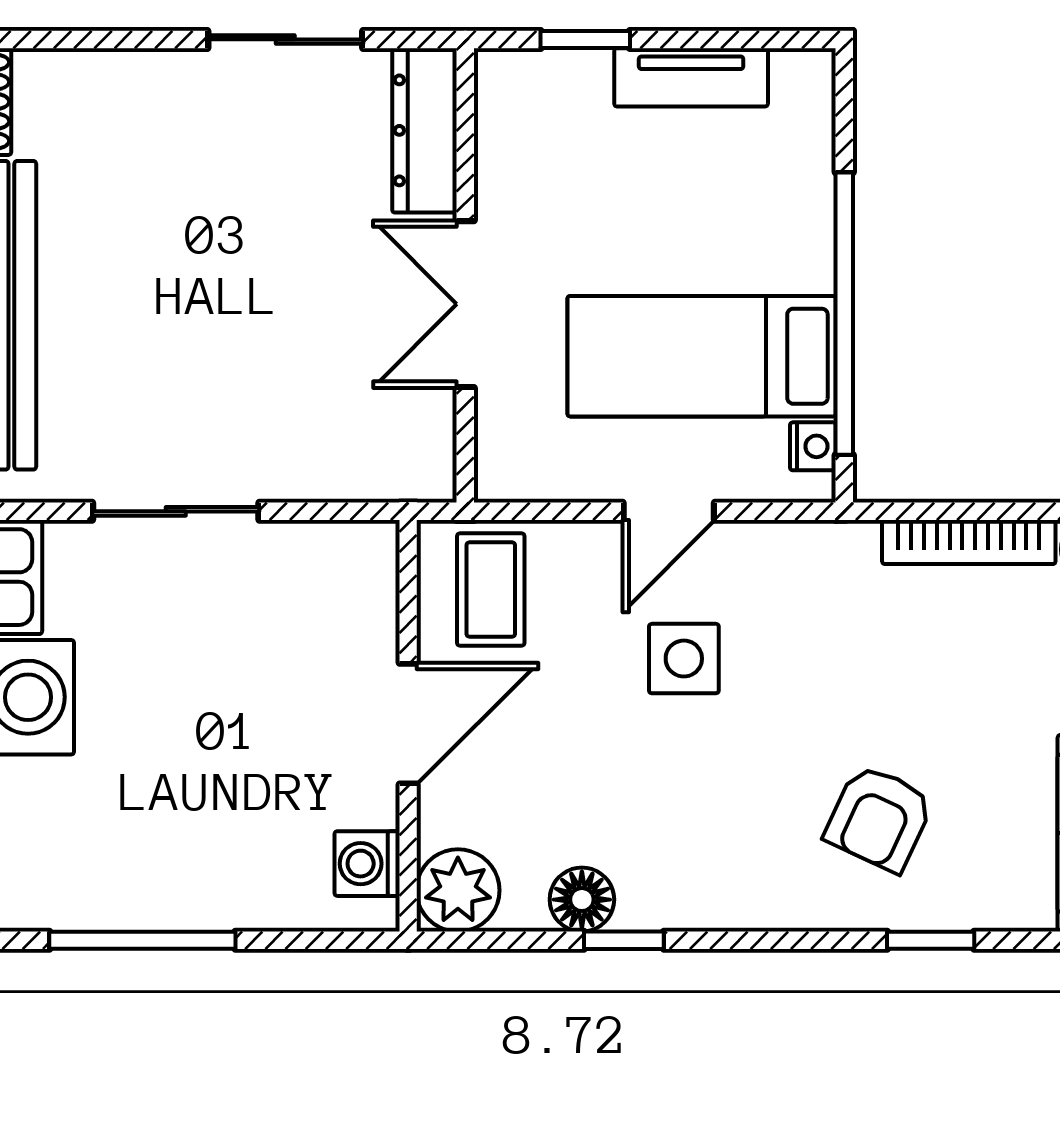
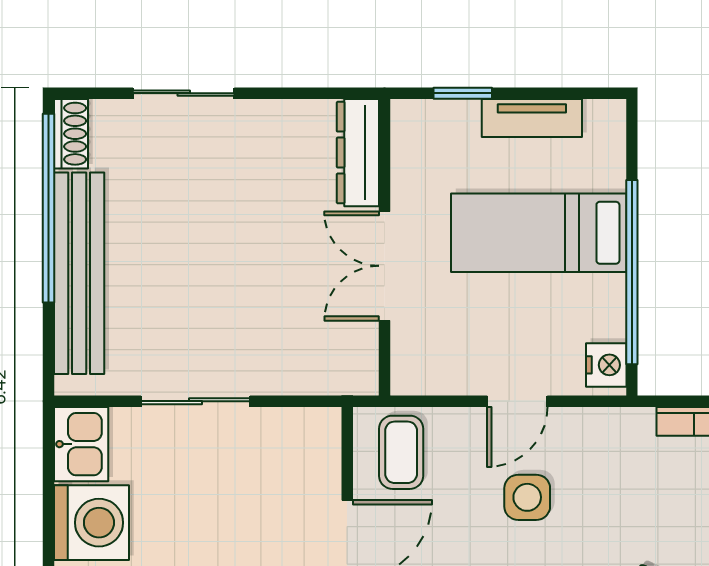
sliding door: (285, 39) -> (184, 93), moved
bed: (702, 356) -> (539, 233), moved
nightstand: (813, 446) -> (606, 365), width x1.39, depth x1.35

